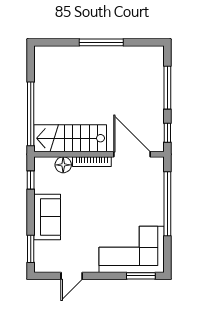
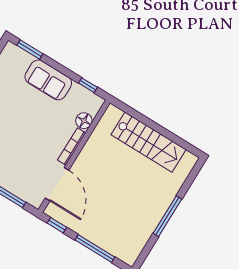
window: (31, 114) -> (144, 120), removed
stairs: (70, 138) -> (148, 142), moved, turned 90
door: (132, 154) -> (57, 184), hinge flipped

